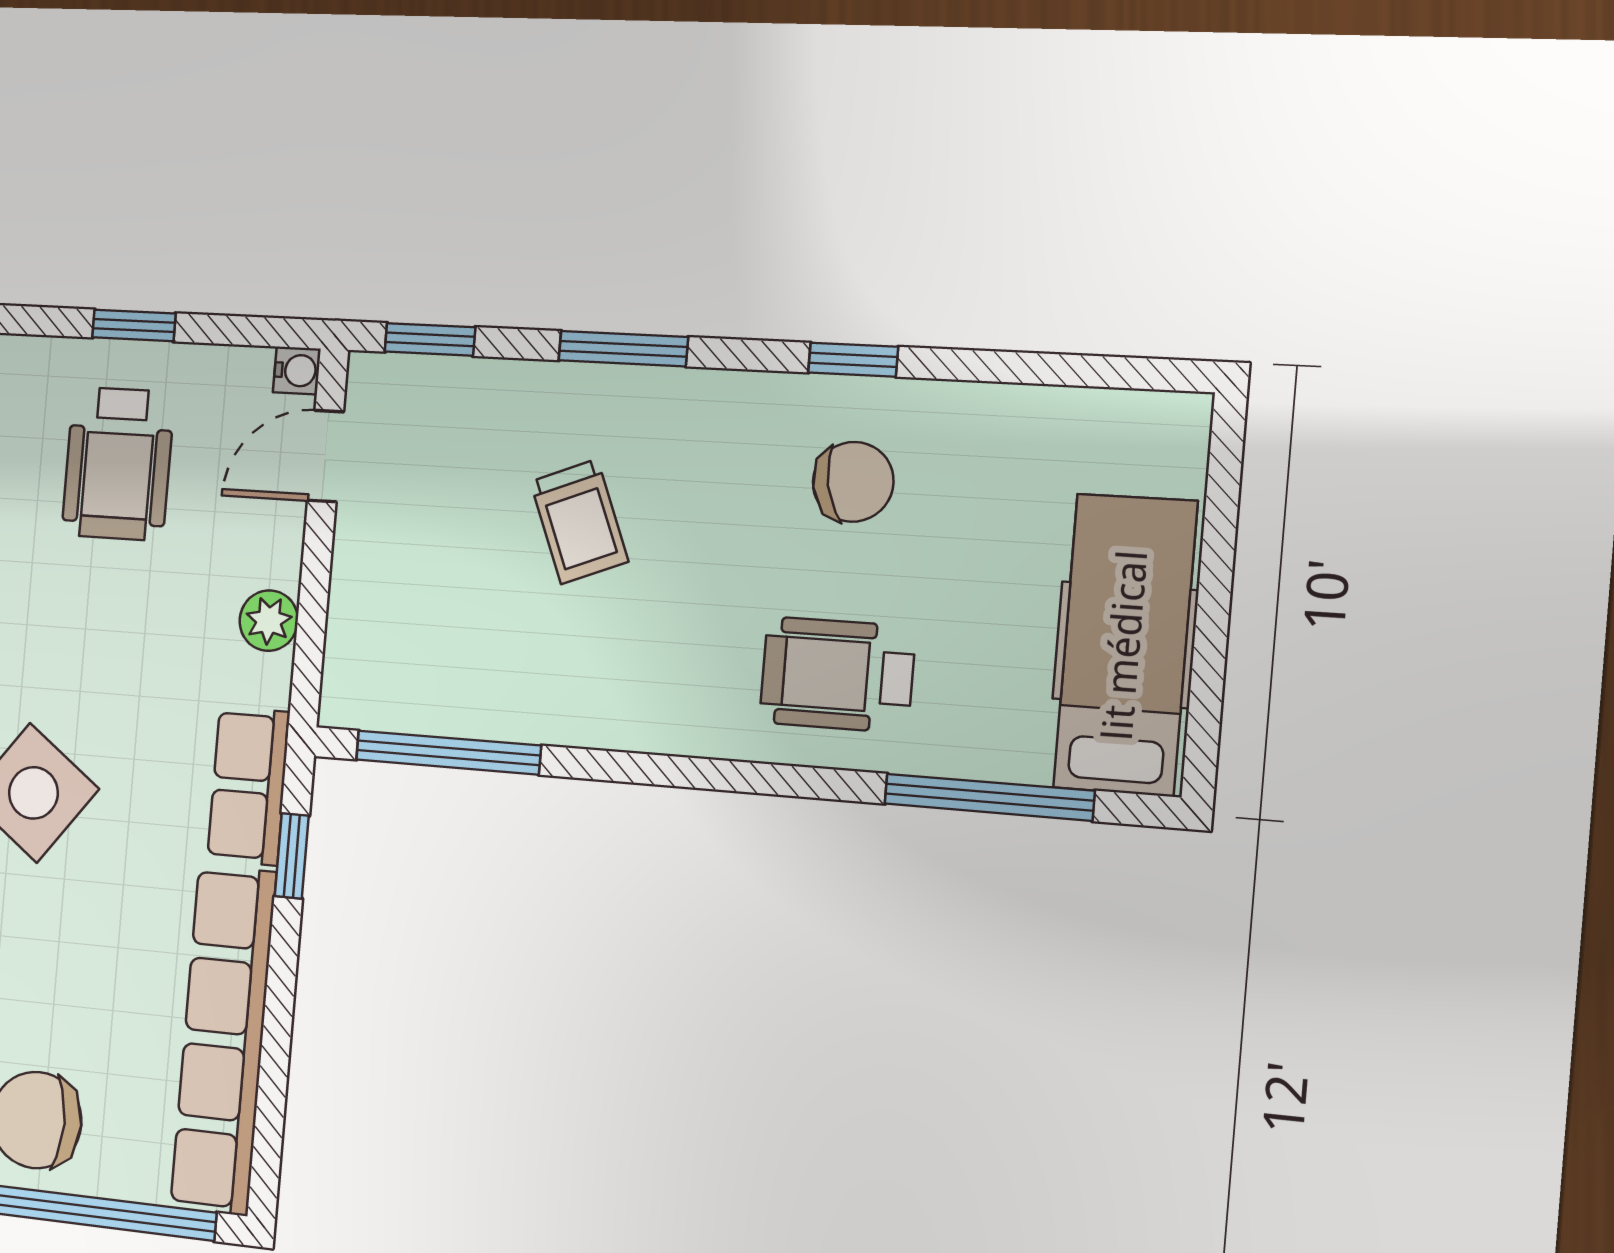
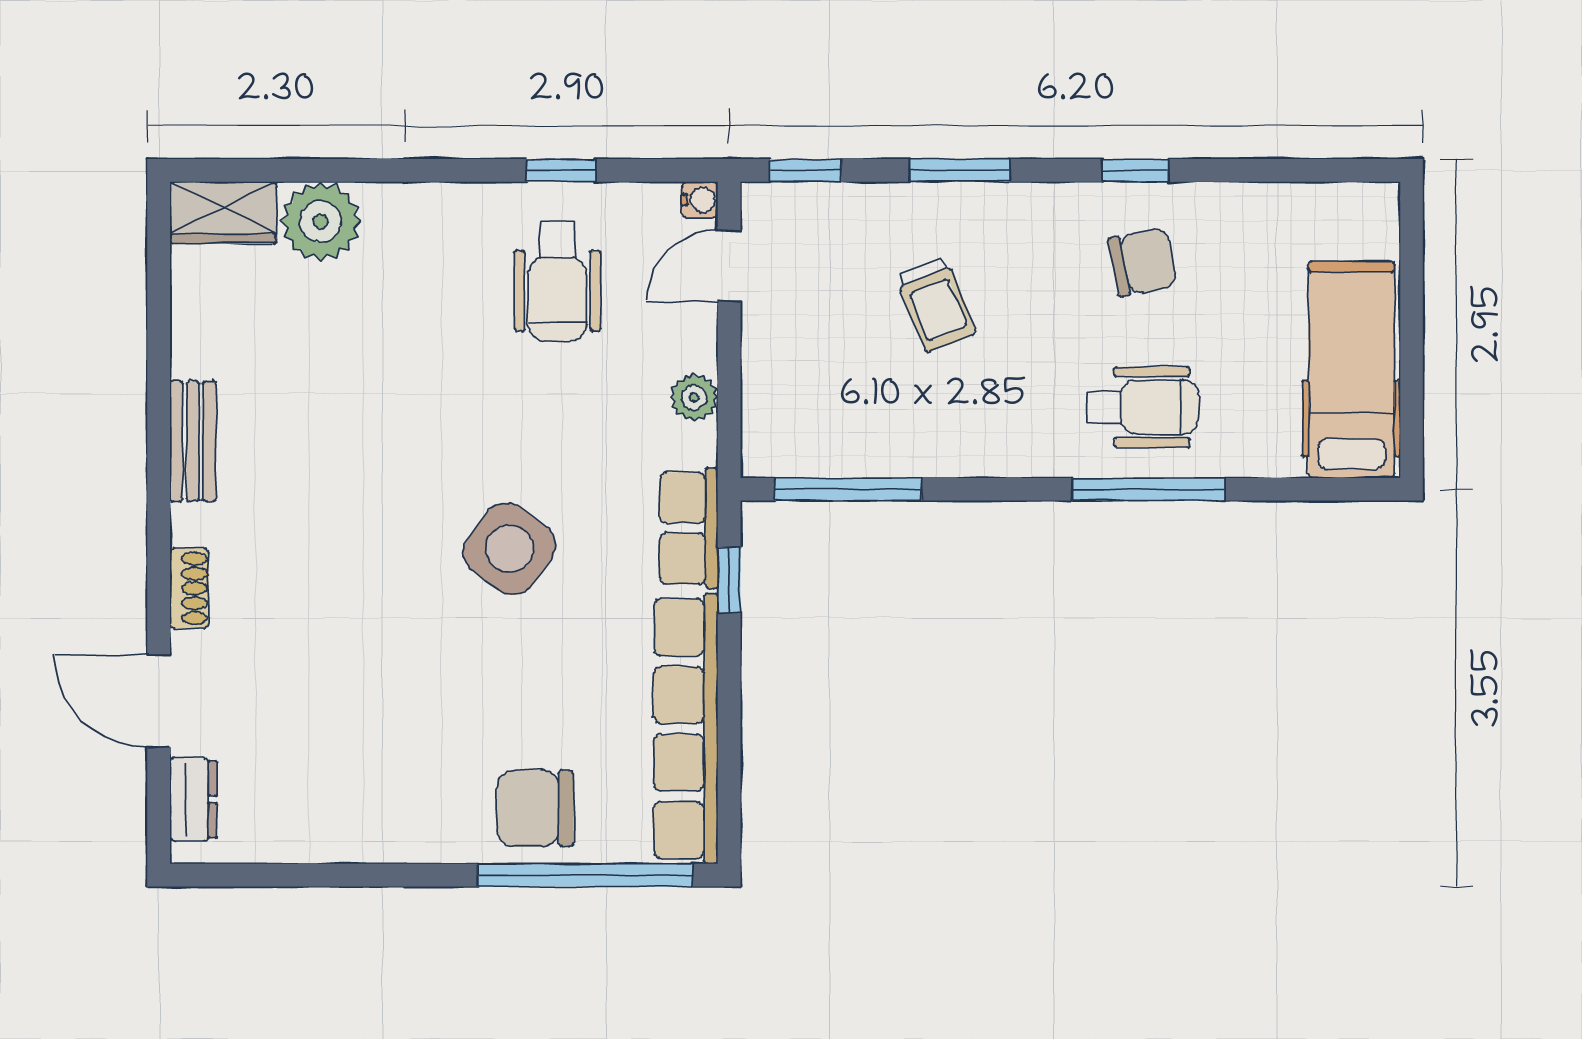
wheelchair: (837, 675) -> (1143, 407), turned 180
window: (989, 797) -> (1148, 489), moved

